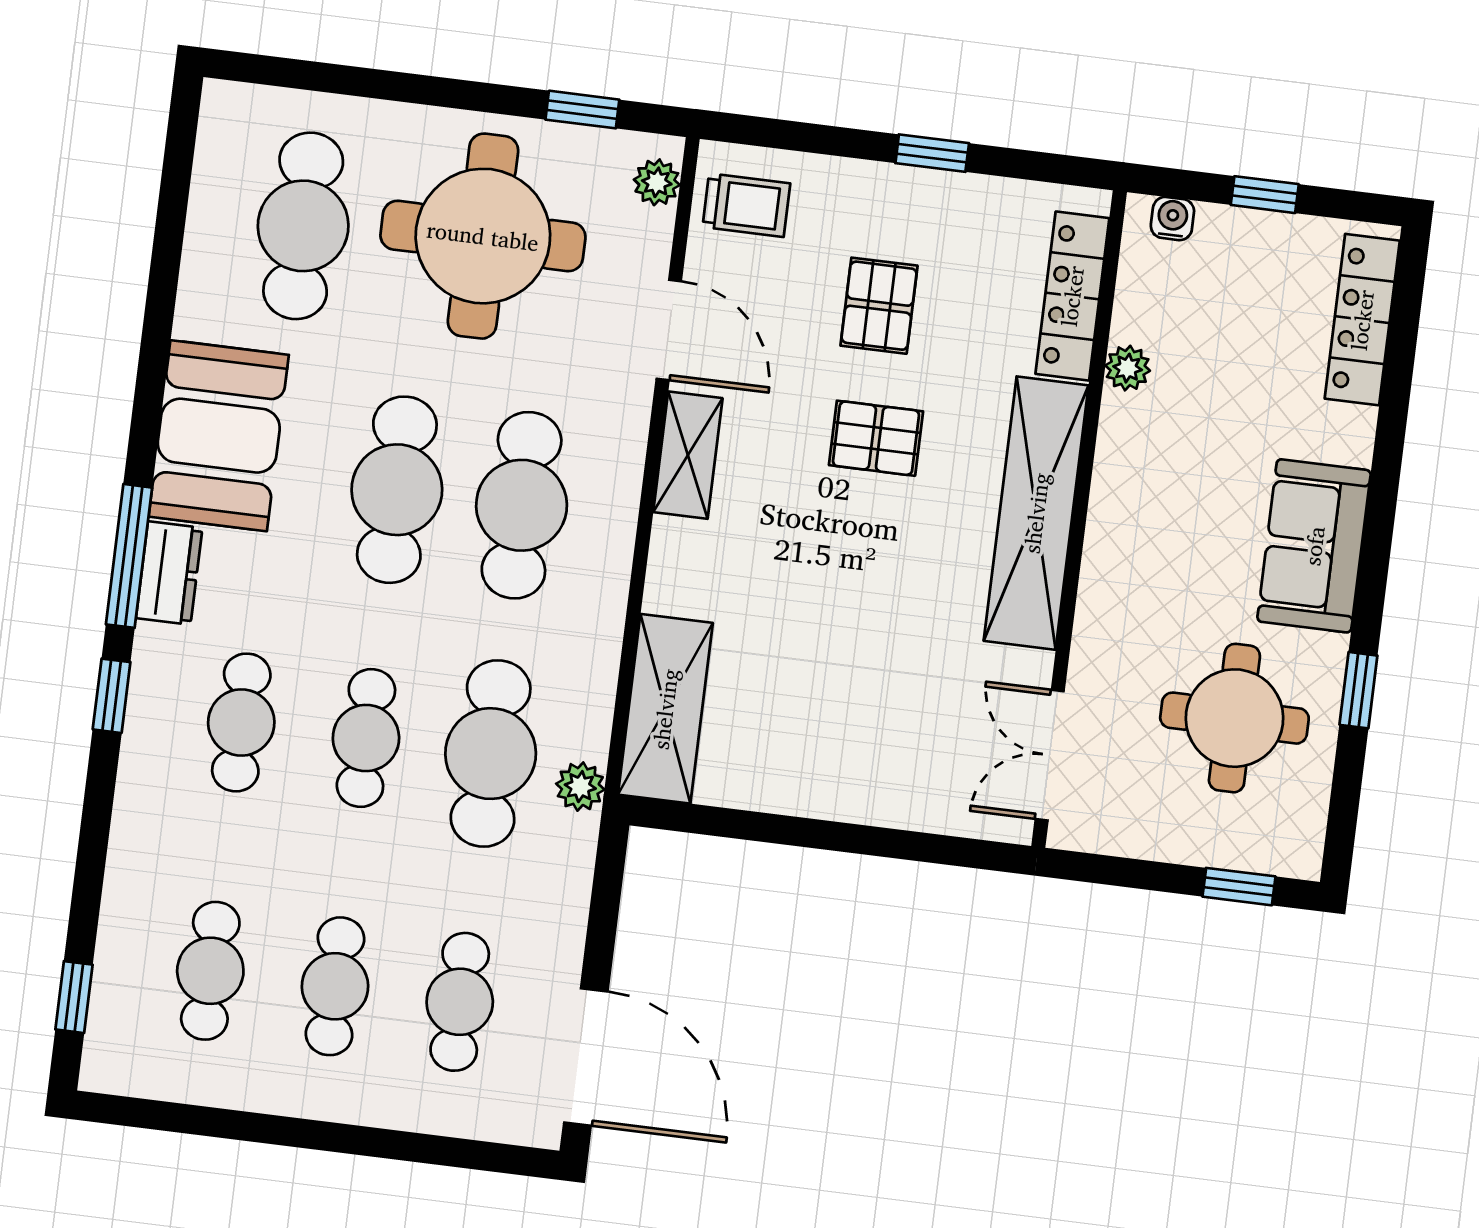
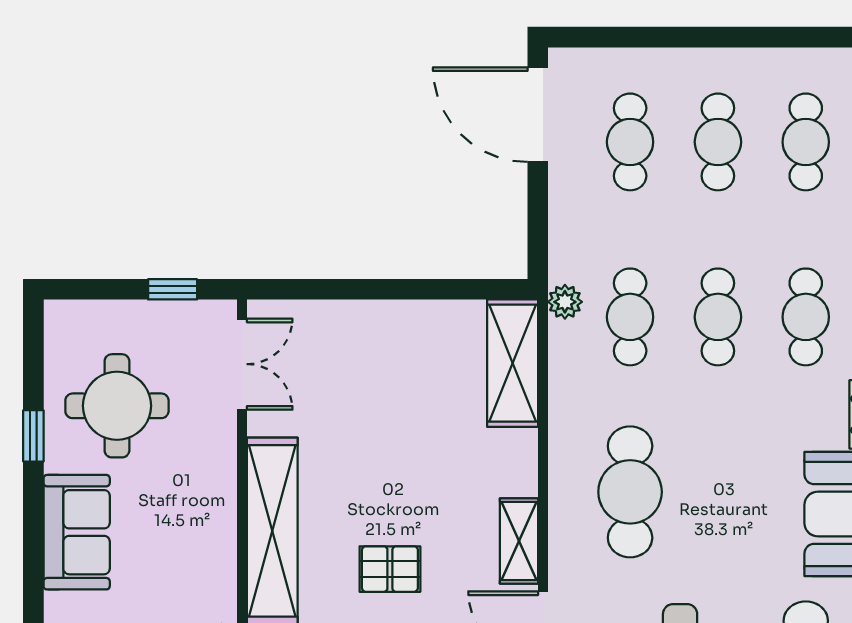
cafe table: (397, 490) -> (718, 492), removed
cafe table: (491, 754) -> (630, 317), width x0.73, depth x0.74
window: (1239, 887) -> (173, 289), moved

